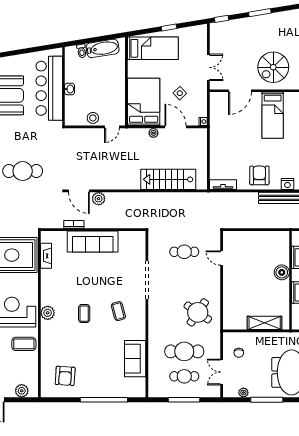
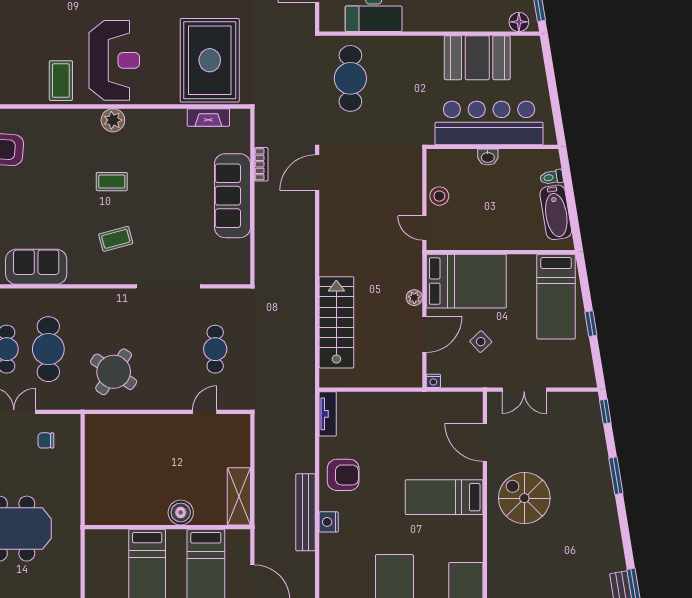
plant: (99, 199) -> (304, 206), removed
shelving: (265, 323) -> (239, 496), moved

